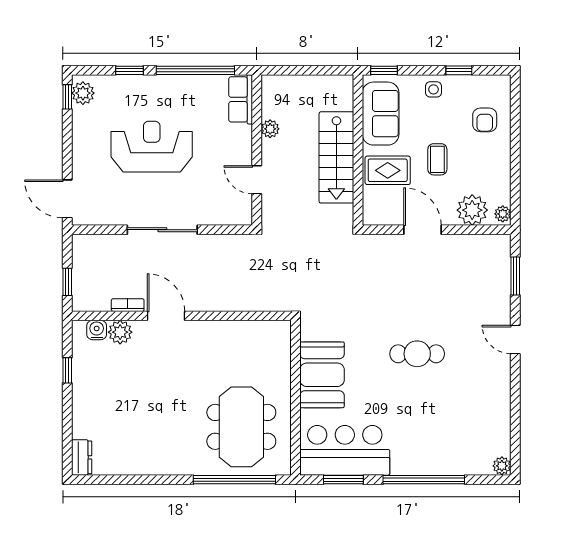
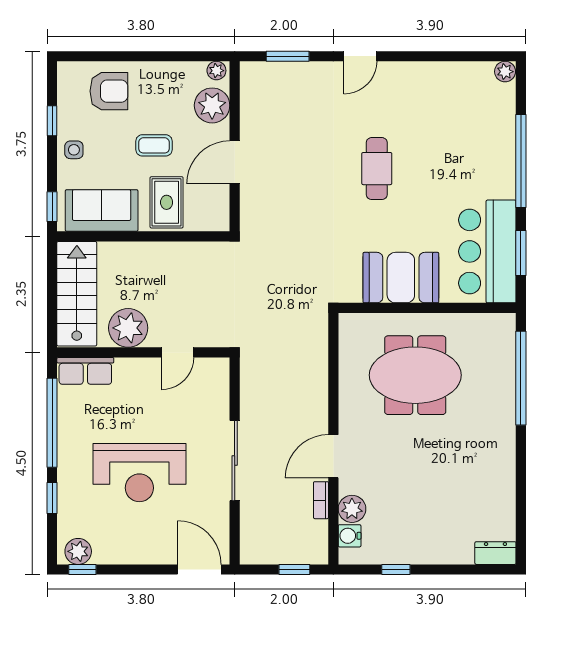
armchair: (485, 120) -> (109, 91), width x1.38, depth x1.38
plant: (270, 129) -> (128, 328), width x1.88, depth x1.88
reception desk: (152, 147) -> (139, 473), turned -90
stairs: (336, 157) -> (77, 294), moved, turned -90
door: (67, 199) -> (199, 569), swing flipped
meeting table: (241, 427) -> (415, 375), moved

